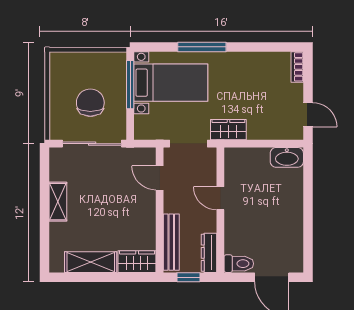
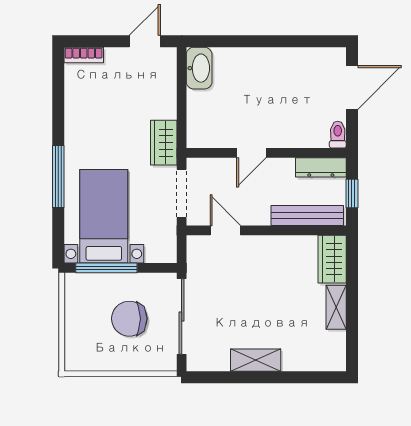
door: (160, 178) -> (225, 230), swing flipped
shelving: (91, 262) -> (336, 307), width x0.67, depth x0.75
toilet: (239, 264) -> (338, 135), width x0.73, depth x0.72

